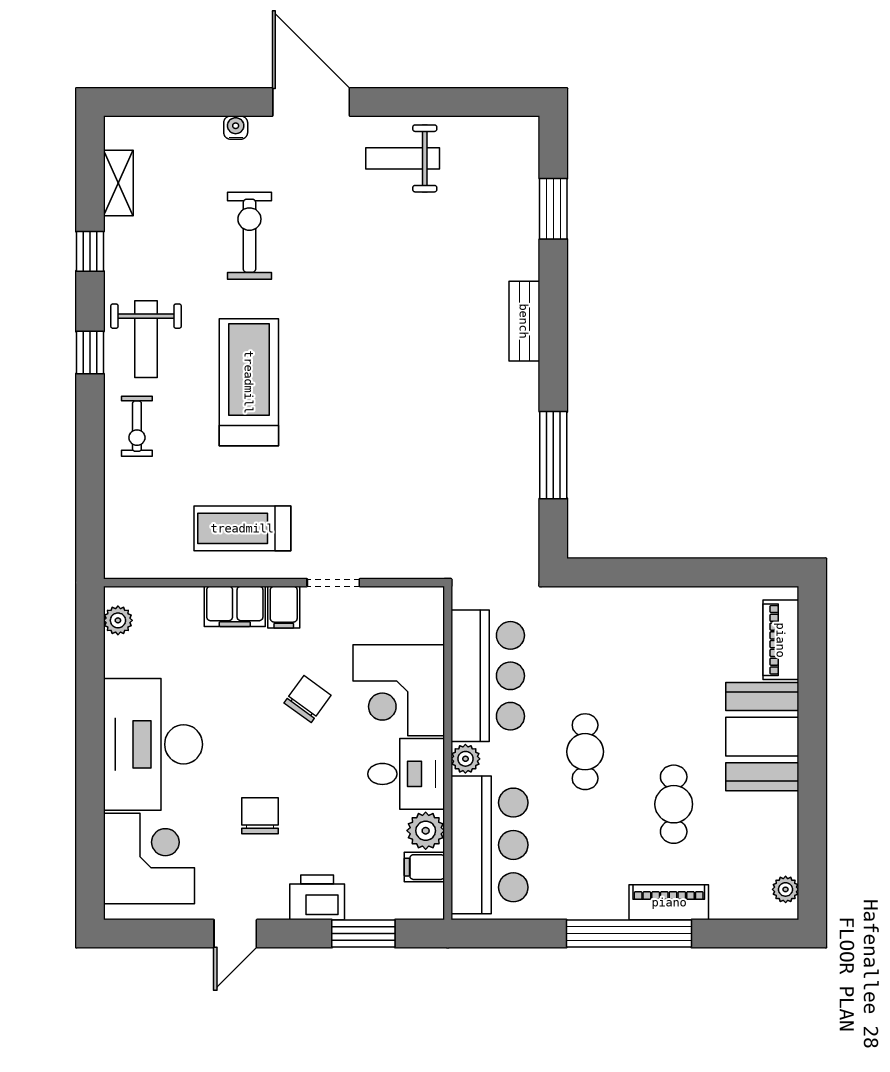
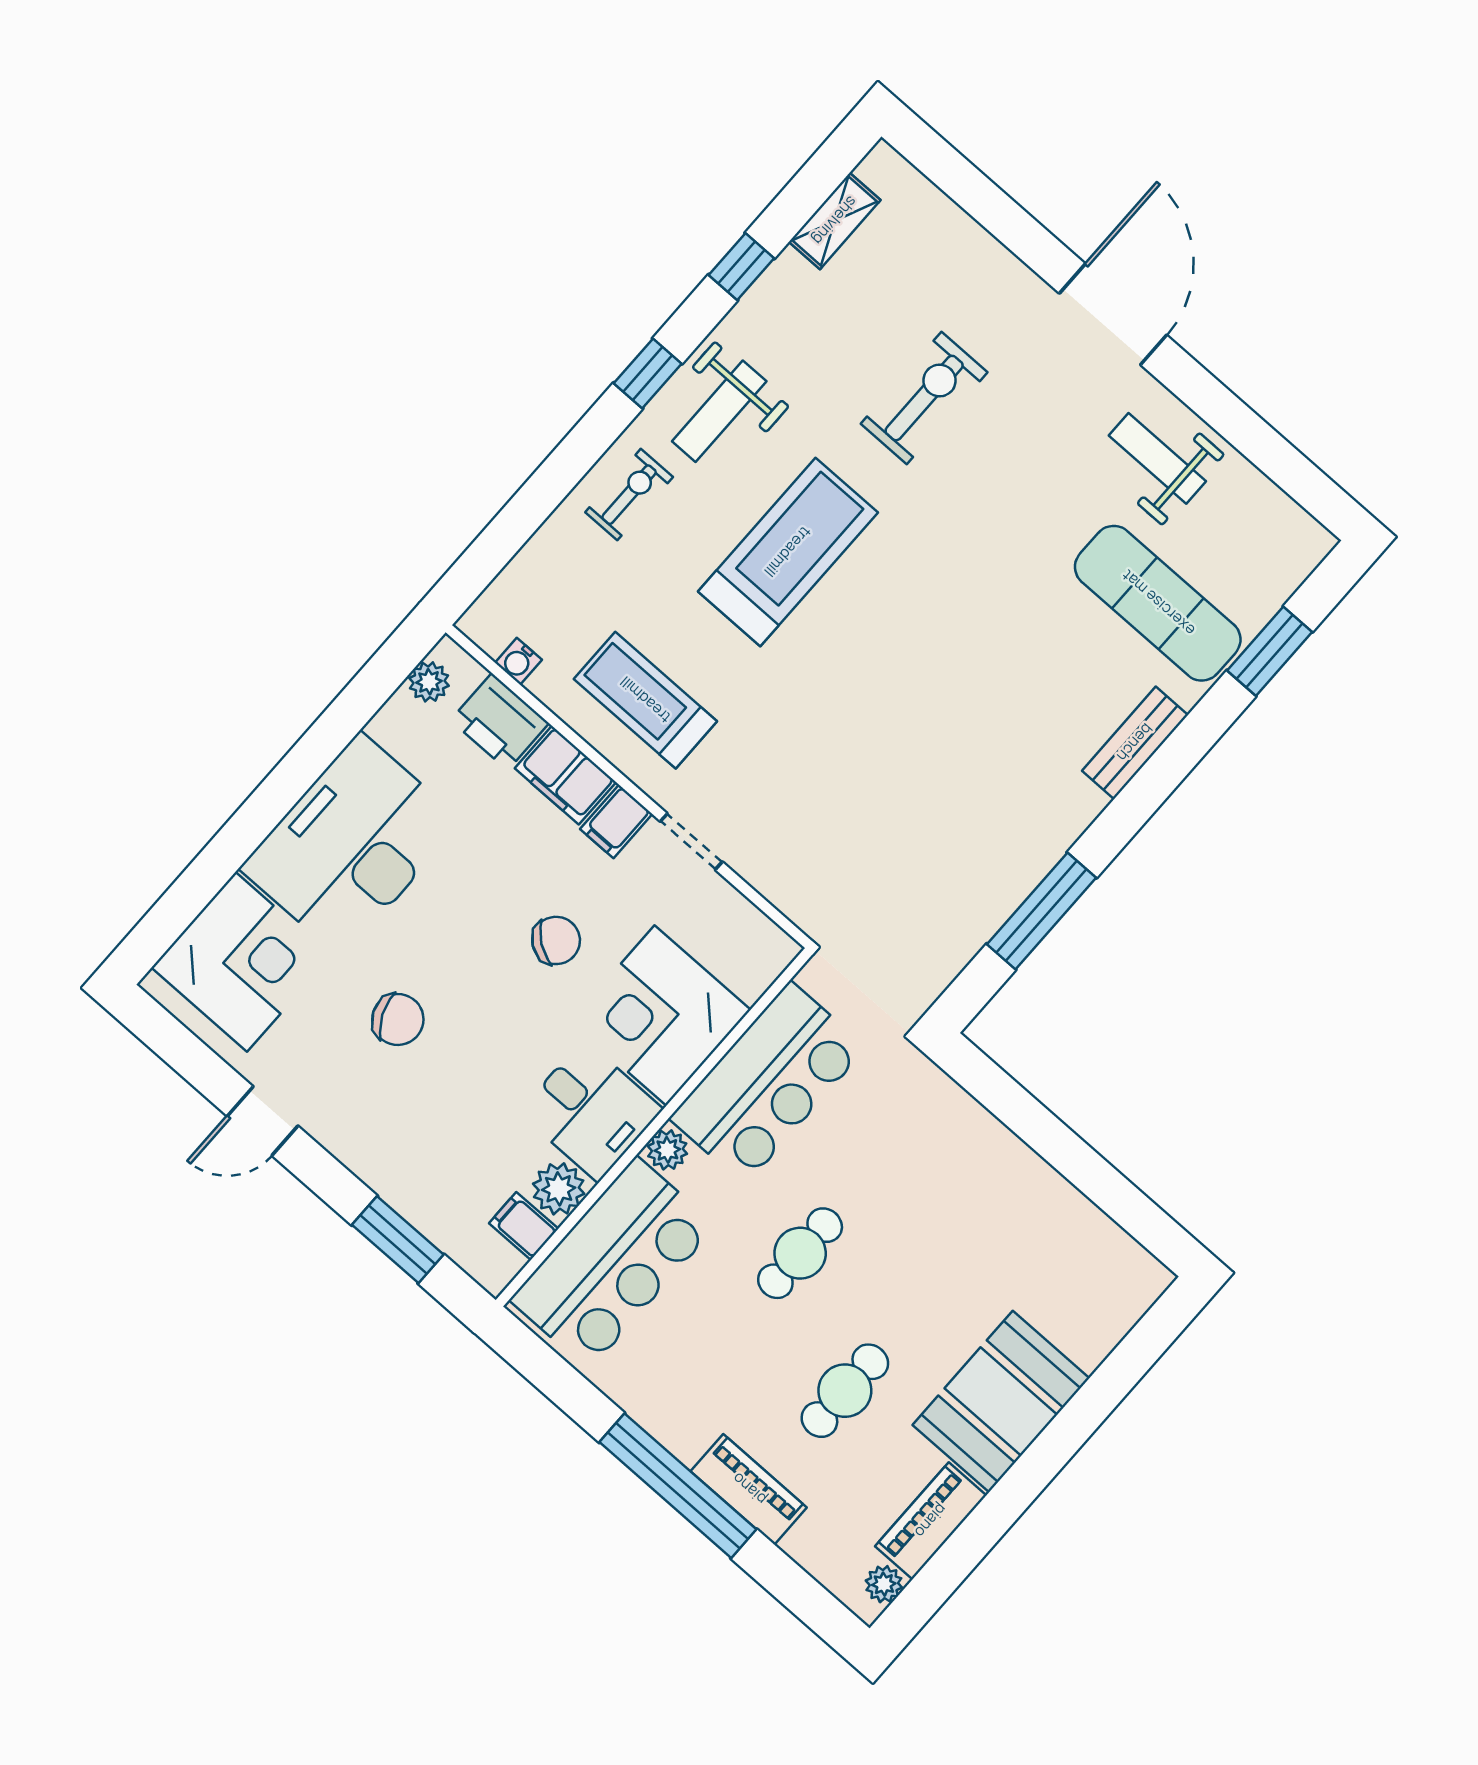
water cooler: (236, 128) -> (518, 661), moved, turned 180
exercise mat: (471, 236) -> (1158, 603), added
exercise bike: (137, 426) -> (629, 495), turned 180
piano: (781, 640) -> (931, 1521), moved
chair: (260, 816) -> (398, 1019), turned 66
printer: (317, 897) -> (500, 722), moved, turned 180

